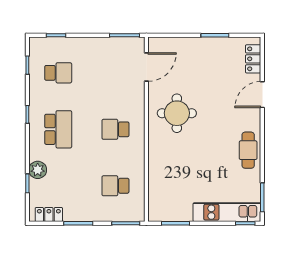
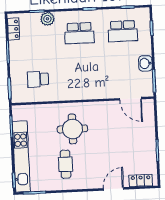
washbasin: (102, 46) -> (145, 63), added
school desk: (58, 73) -> (123, 31), width x1.85
door: (262, 95) -> (113, 189), hinge flipped
round table: (177, 113) -> (72, 129), moved
school desk: (115, 129) -> (81, 77), removed
cafe table: (248, 150) -> (66, 164), moved, turned 90
school desk: (115, 186) -> (38, 79), turned -90
kitchen unit: (227, 212) -> (21, 156), width x1.36

